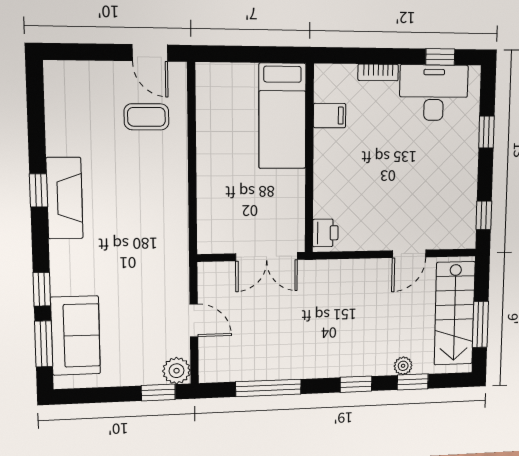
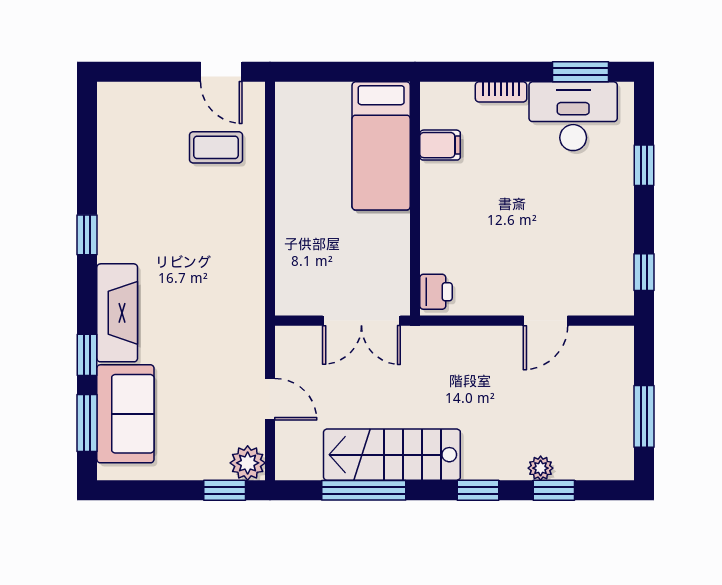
window: (440, 57) -> (581, 72), width x1.50
fireplace: (65, 198) -> (117, 313), moved
stairs: (455, 313) -> (392, 455), moved, turned 90

